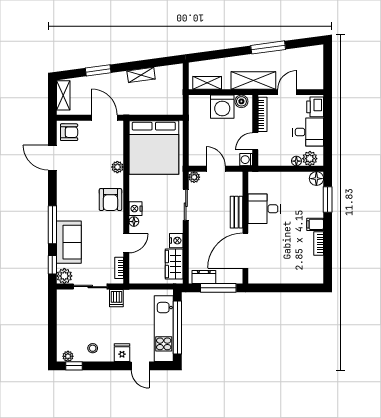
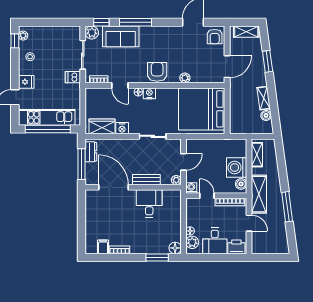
boiler: (161, 72) -> (266, 115), added
plant: (194, 177) -> (176, 180), moved
armchair: (110, 200) -> (157, 72), turned 90
filing cabinet: (315, 224) -> (103, 247), moved

